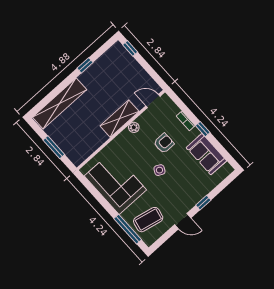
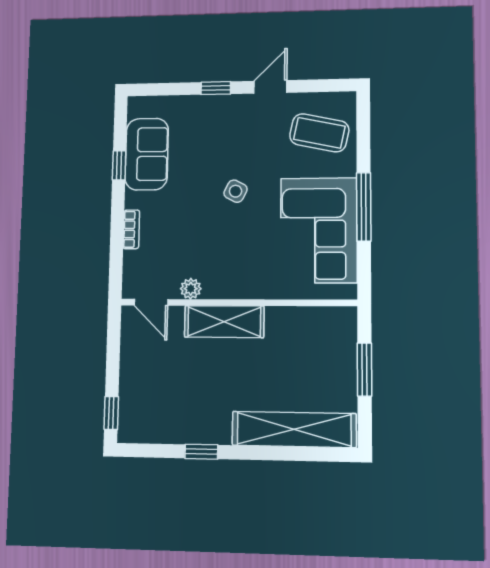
plant: (134, 127) -> (191, 289), moved
window: (203, 129) -> (119, 165), moved
armchair: (164, 143) -> (193, 225), removed
door: (183, 221) -> (270, 87), hinge flipped
window: (128, 229) -> (364, 207), moved

